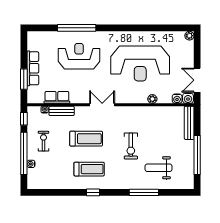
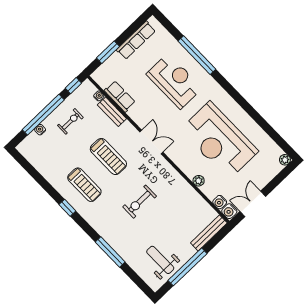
row of seats: (33, 68) -> (136, 40), moved
weight bench: (158, 168) -> (160, 260), moved

